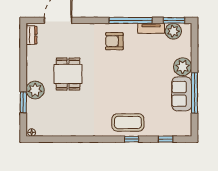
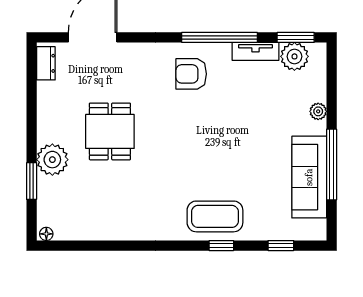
plant: (183, 67) -> (318, 111), width x0.53, depth x0.53
sofa: (182, 94) -> (309, 177), width x1.36

